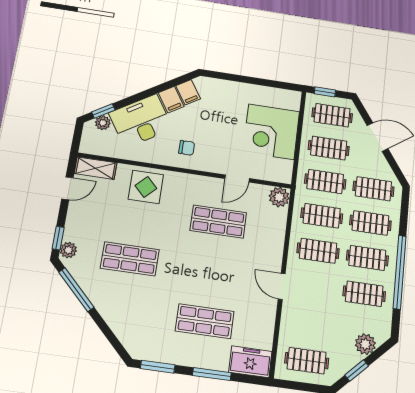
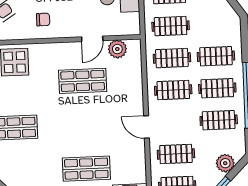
clothes rail: (373, 189) -> (176, 154), moved
plant: (279, 197) -> (117, 49), moved

